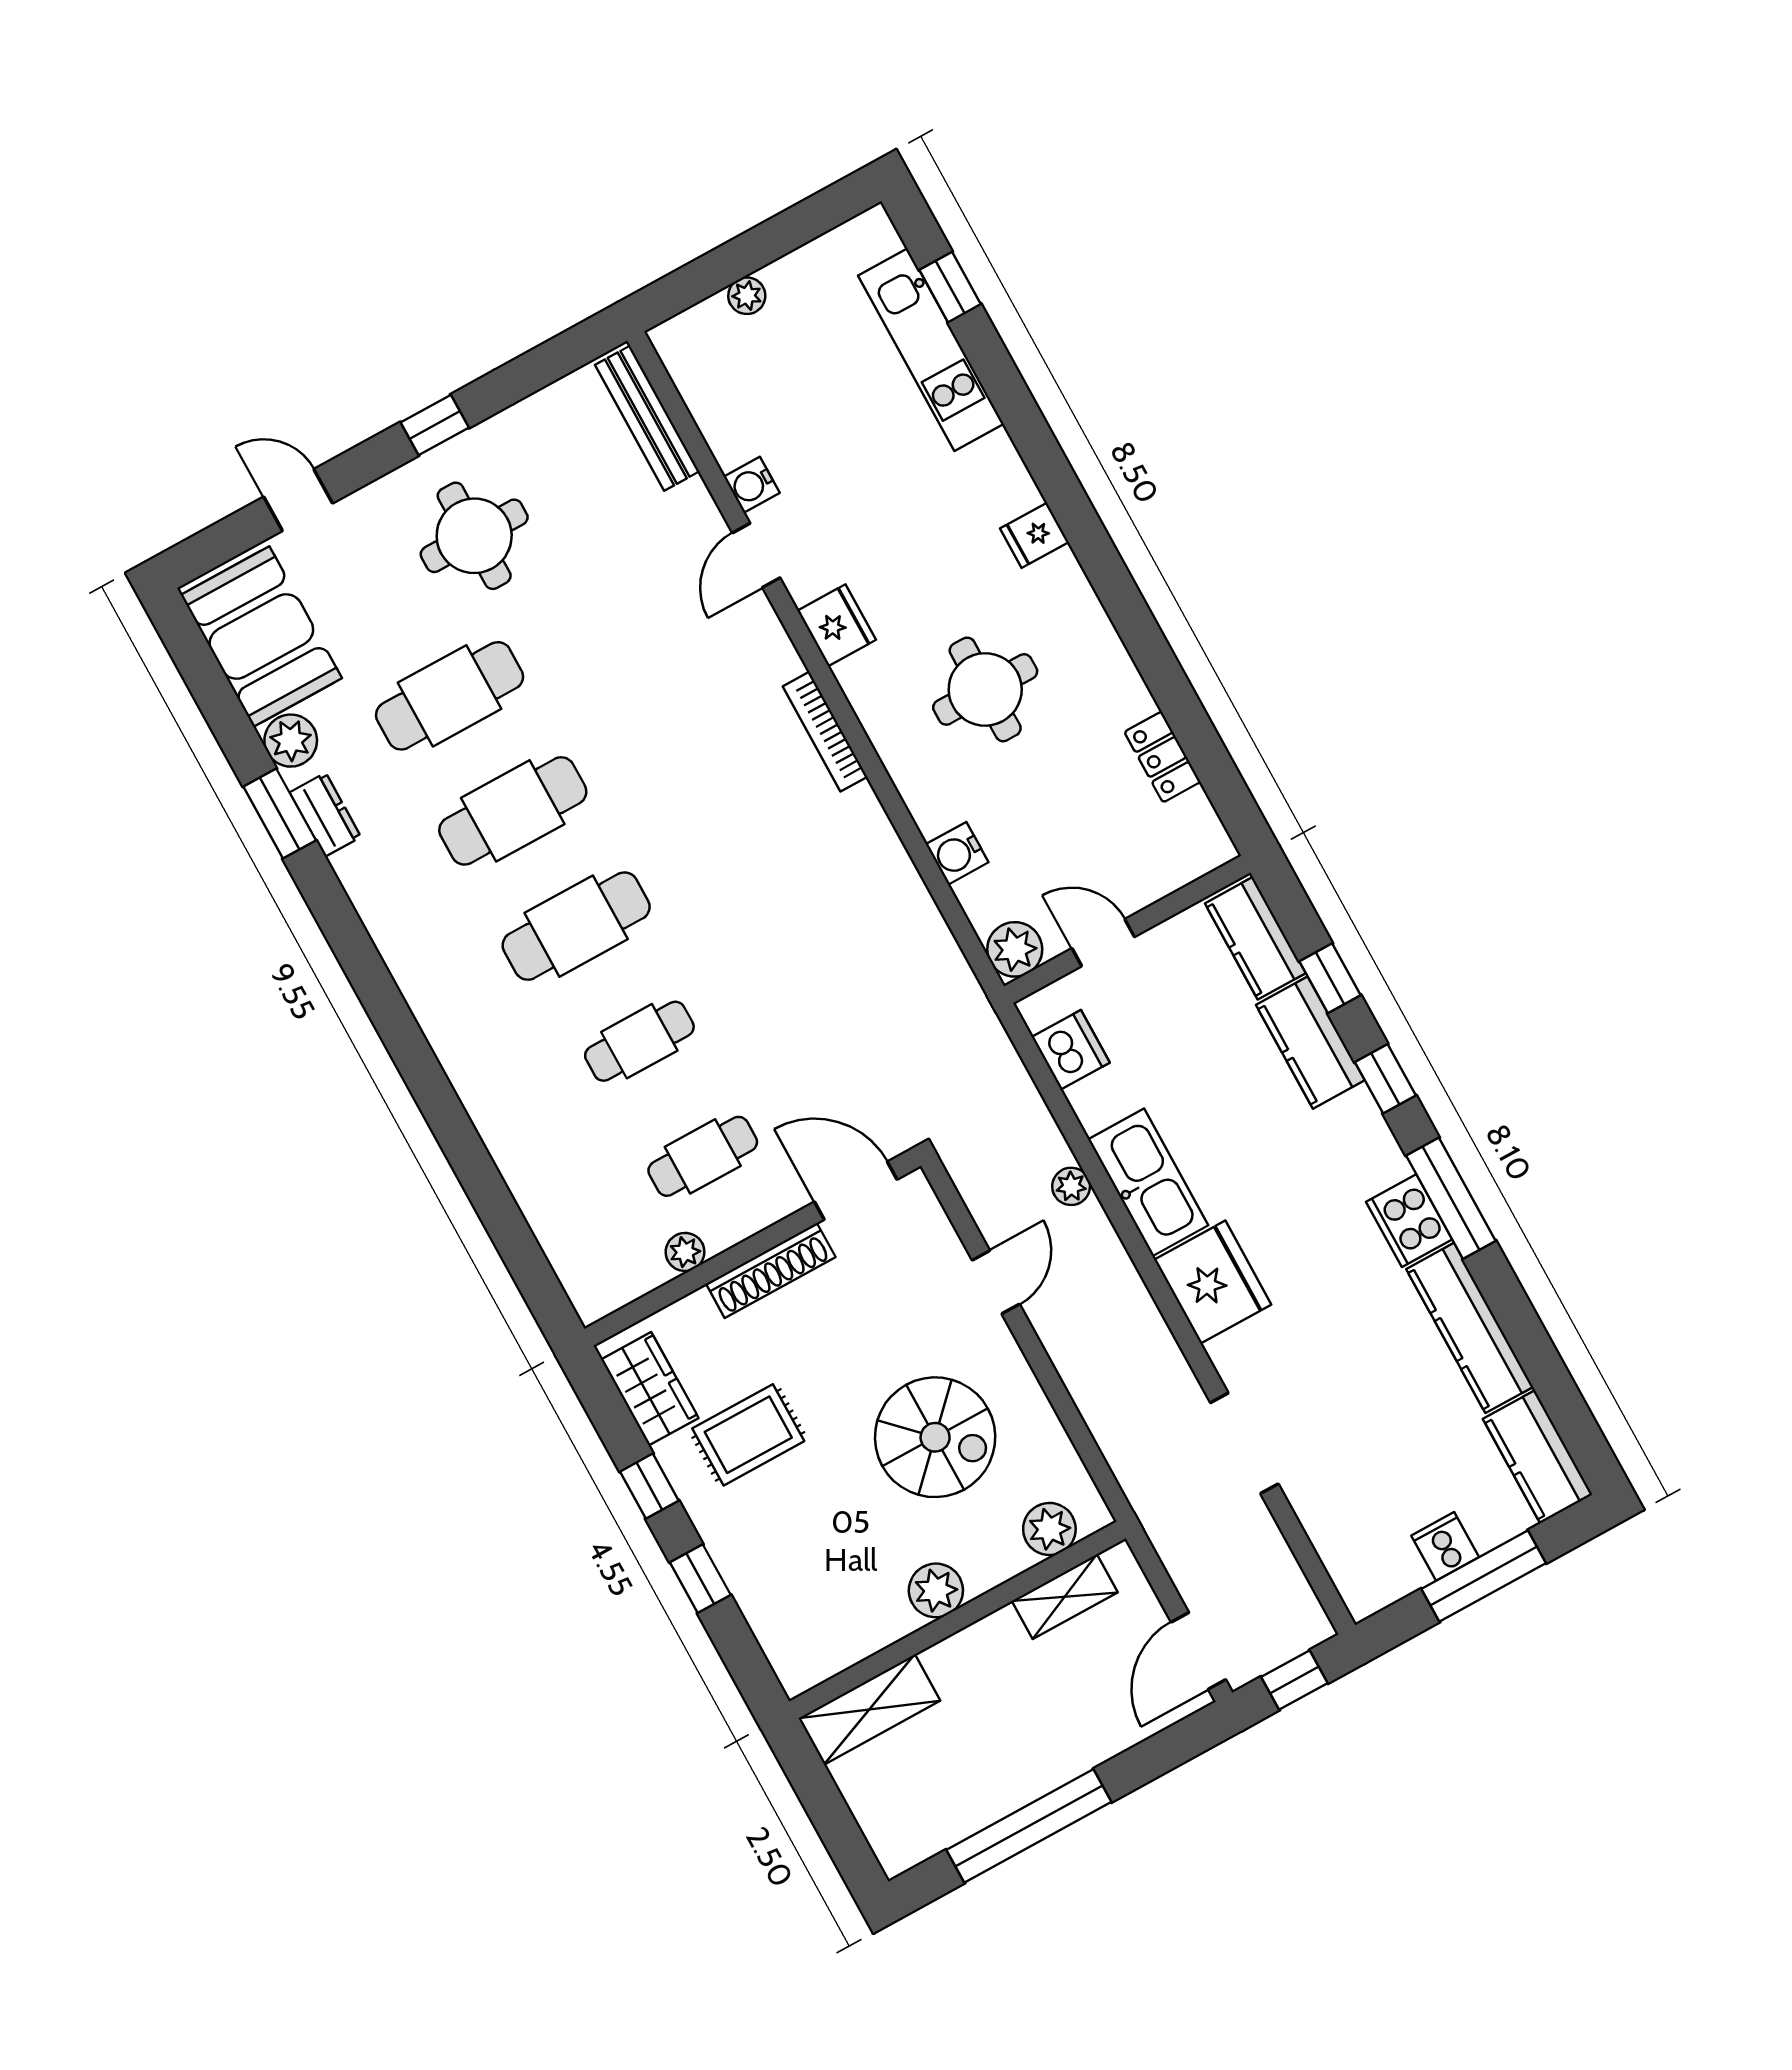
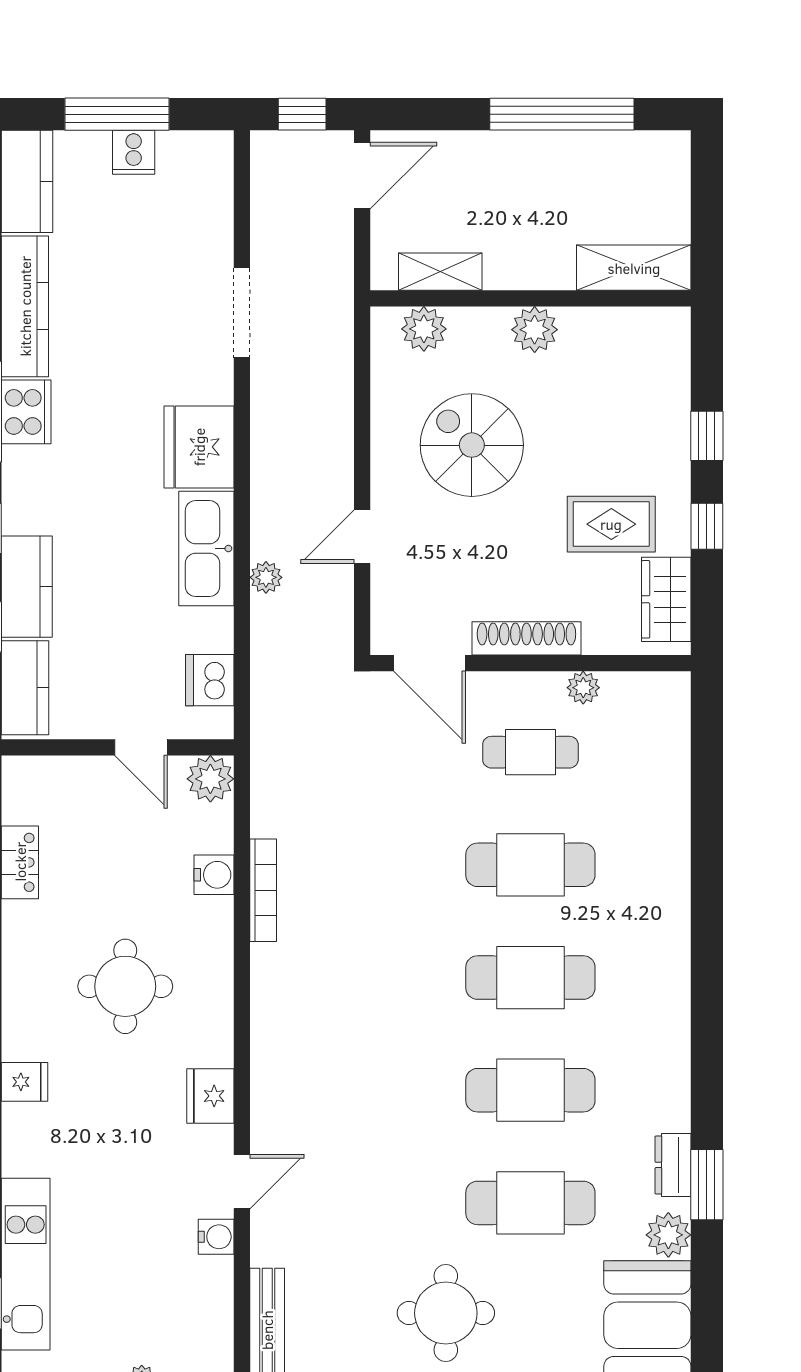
bookcase: (825, 732) -> (263, 890), moved
cafe table: (639, 1041) -> (530, 865), width x1.37, depth x1.35

